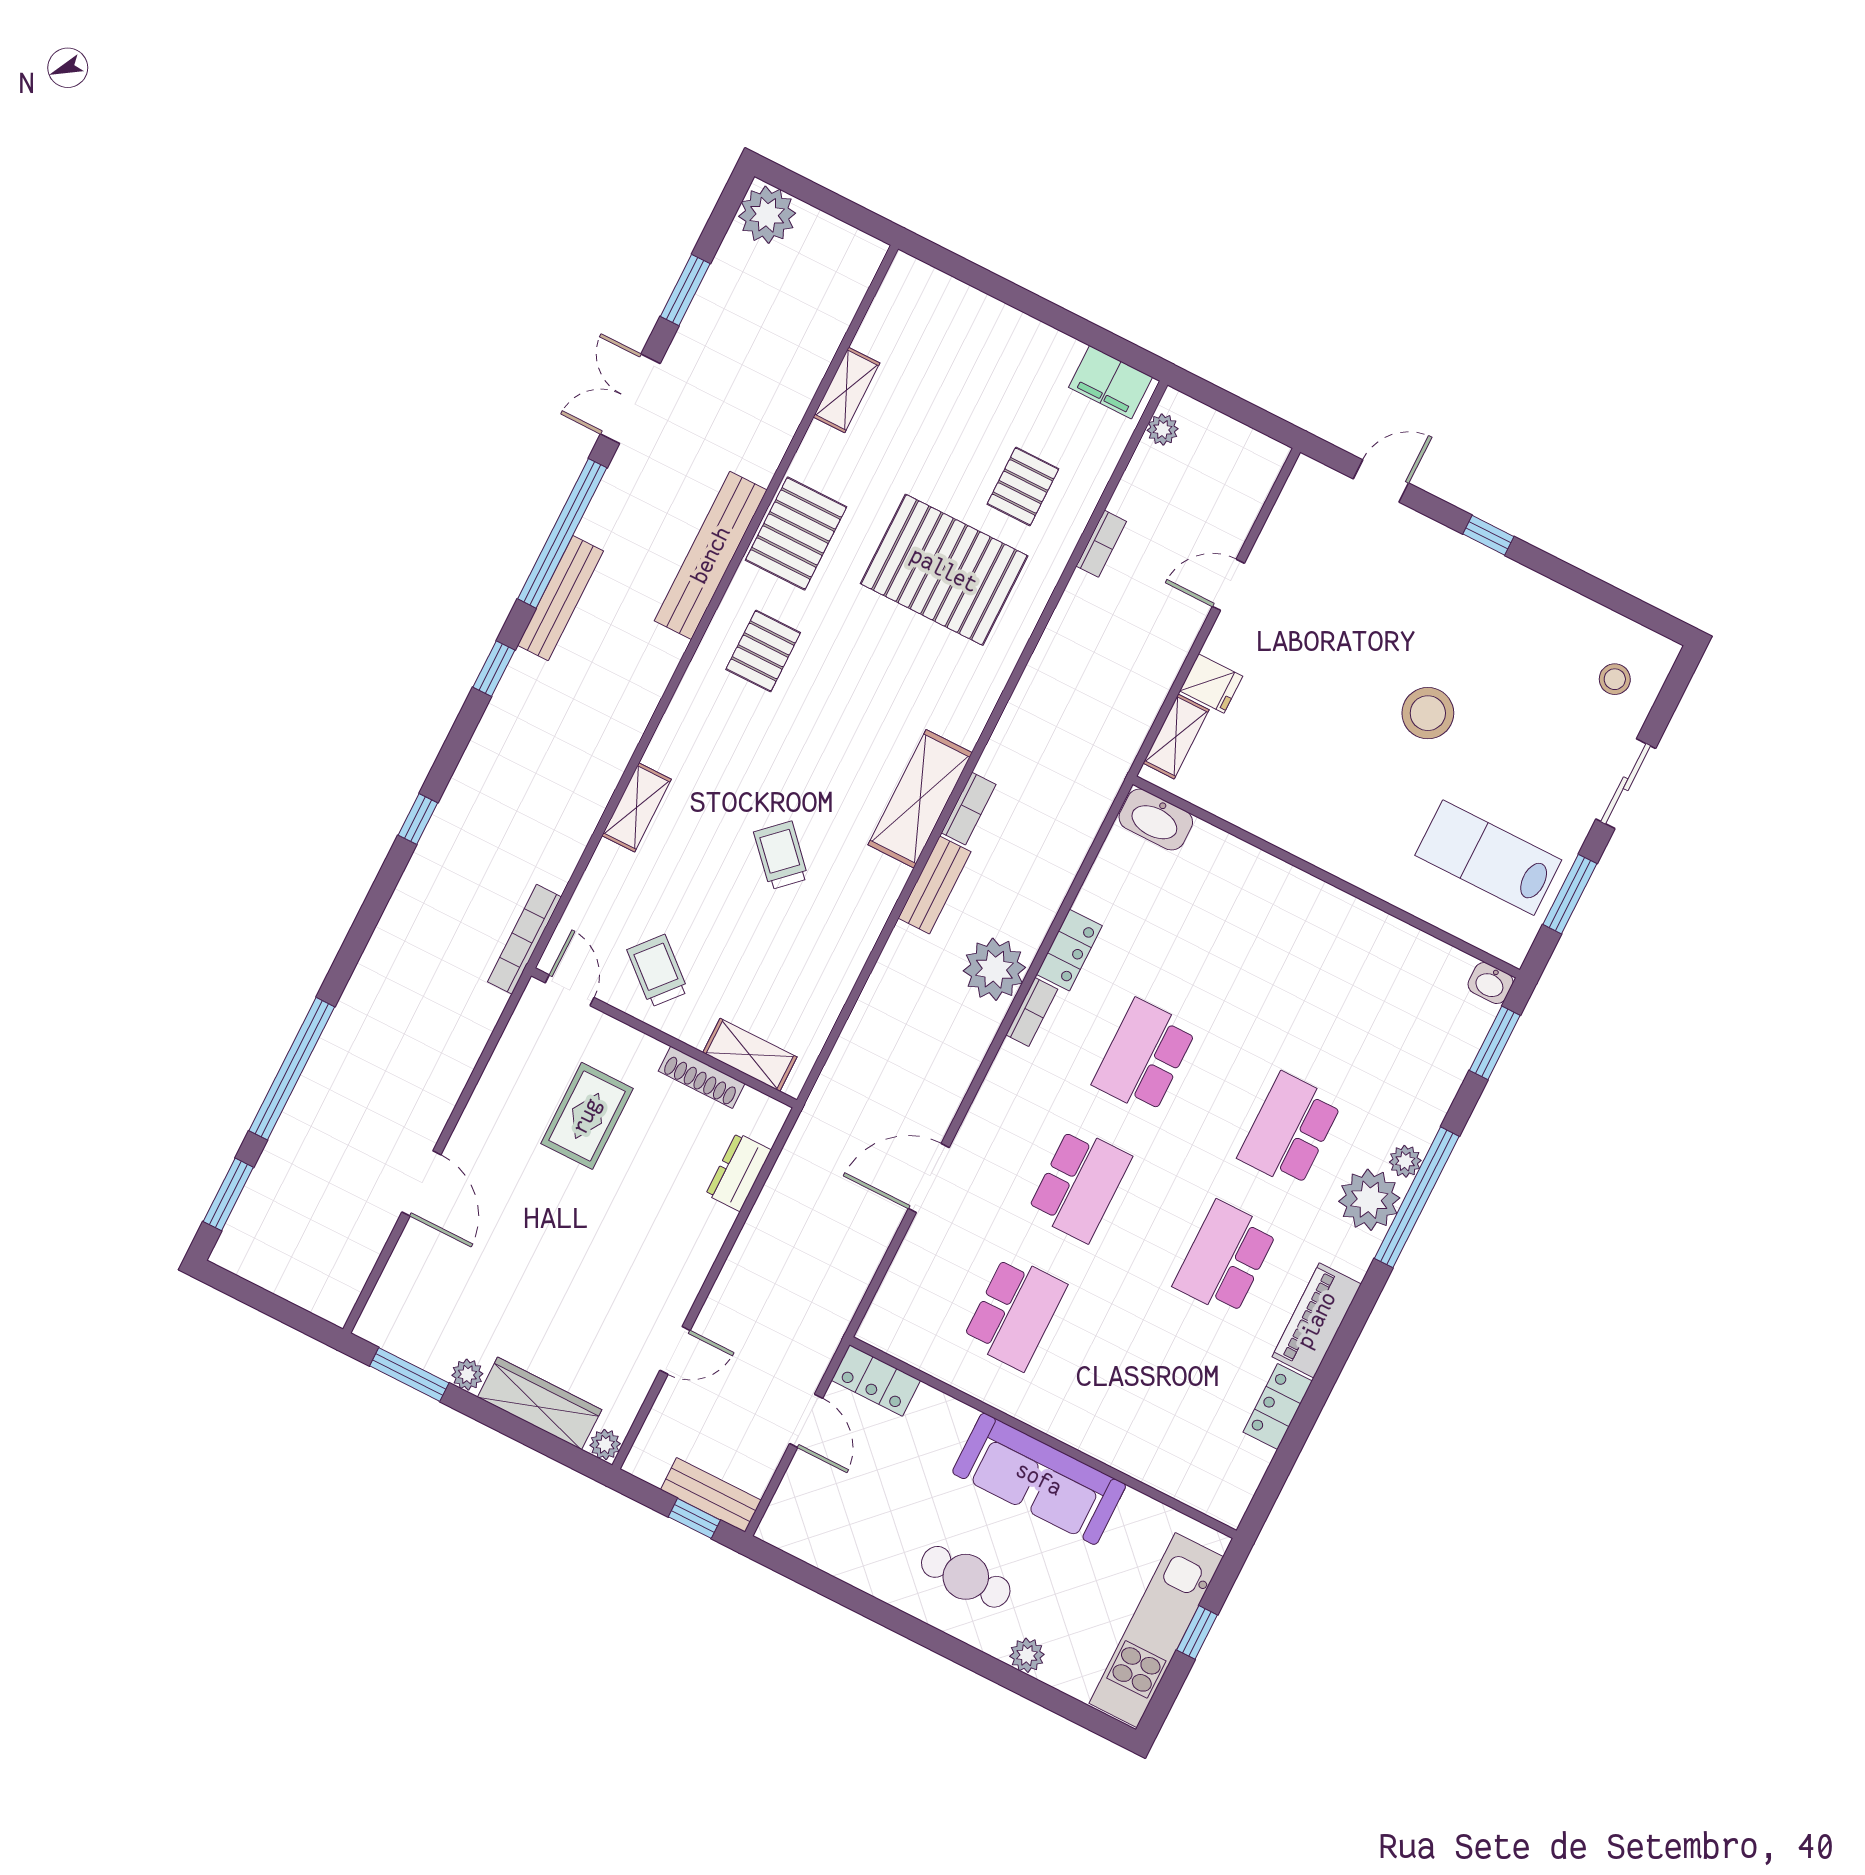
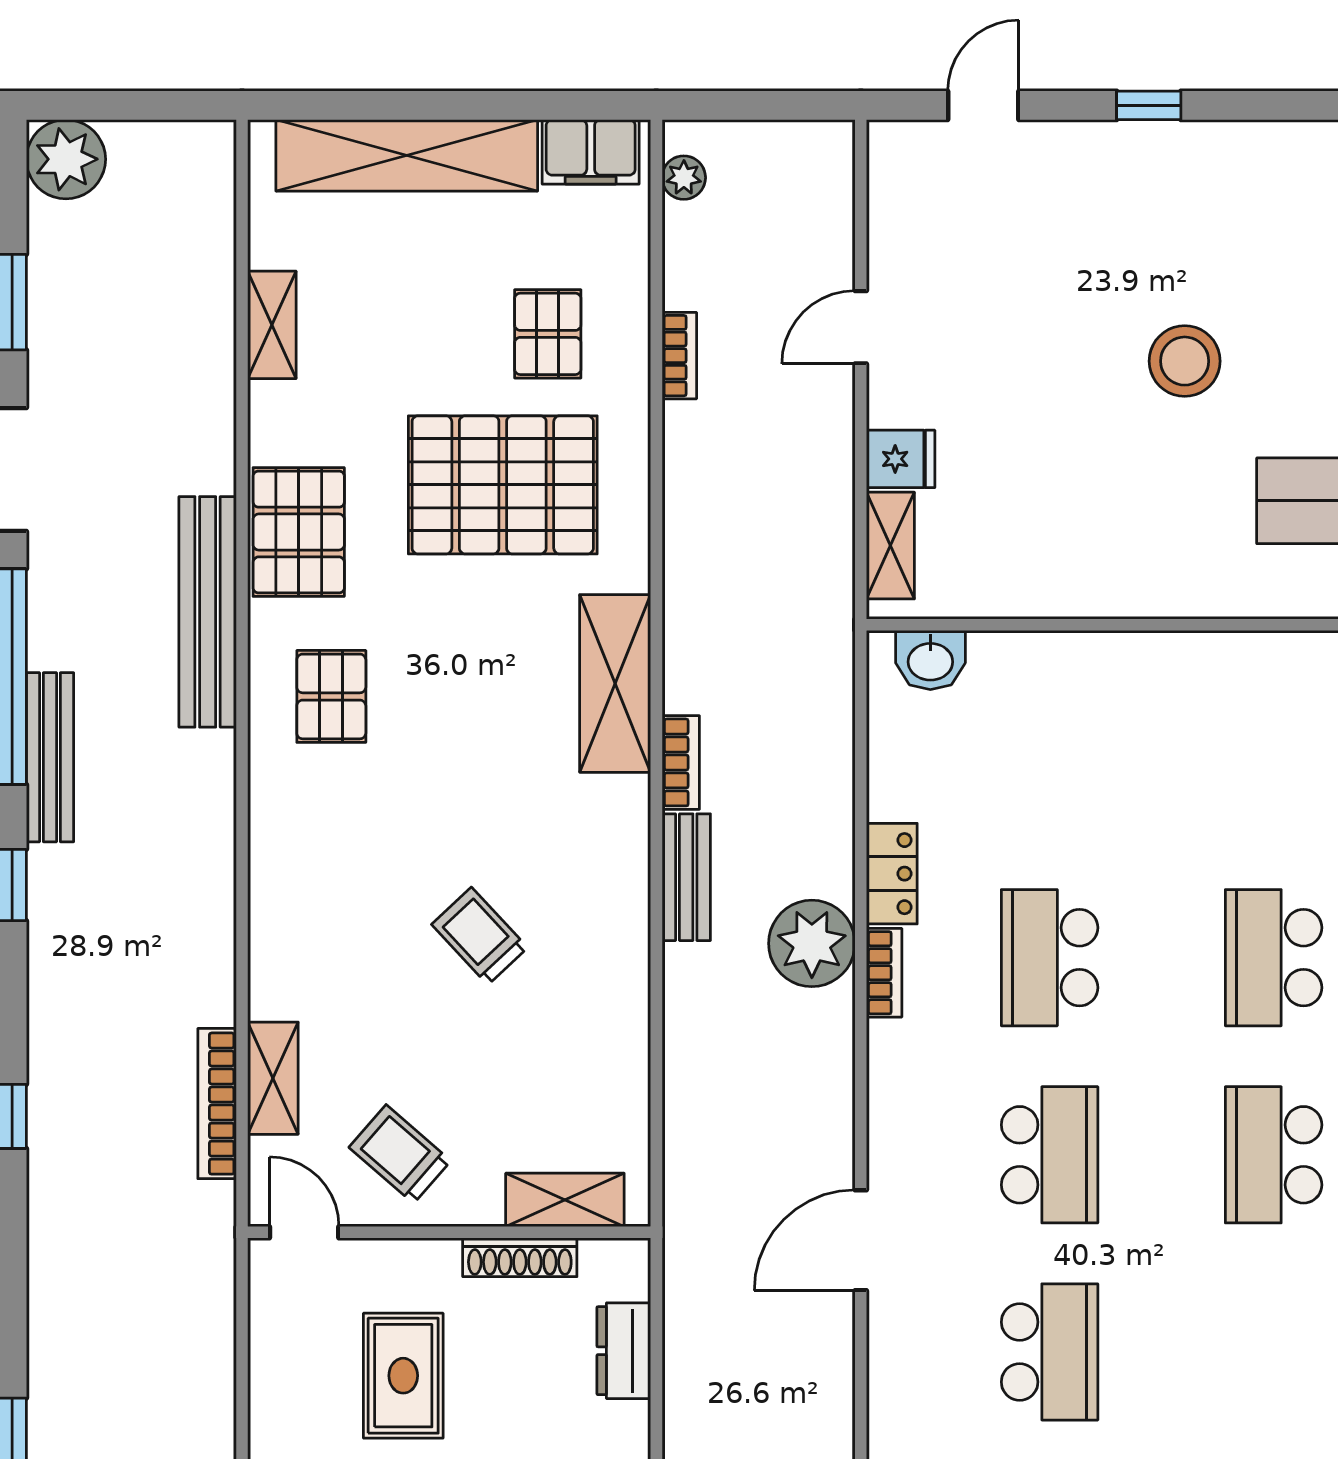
shelving: (990, 324) -> (407, 155), added
shelving: (920, 799) -> (615, 683), moved
shelving: (637, 807) -> (273, 1078), moved
washbasin: (1156, 820) -> (930, 660), width x0.72
bookcase: (524, 939) -> (217, 1104), moved

